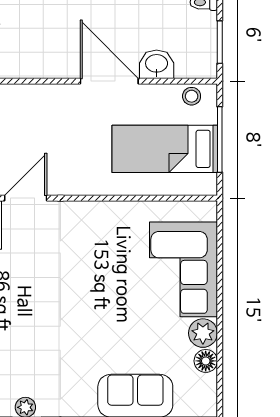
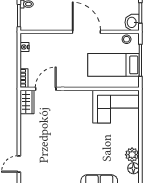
washbasin: (157, 64) -> (132, 22), moved, turned -90
corner sofa: (183, 269) -> (116, 107), moved, turned -90

